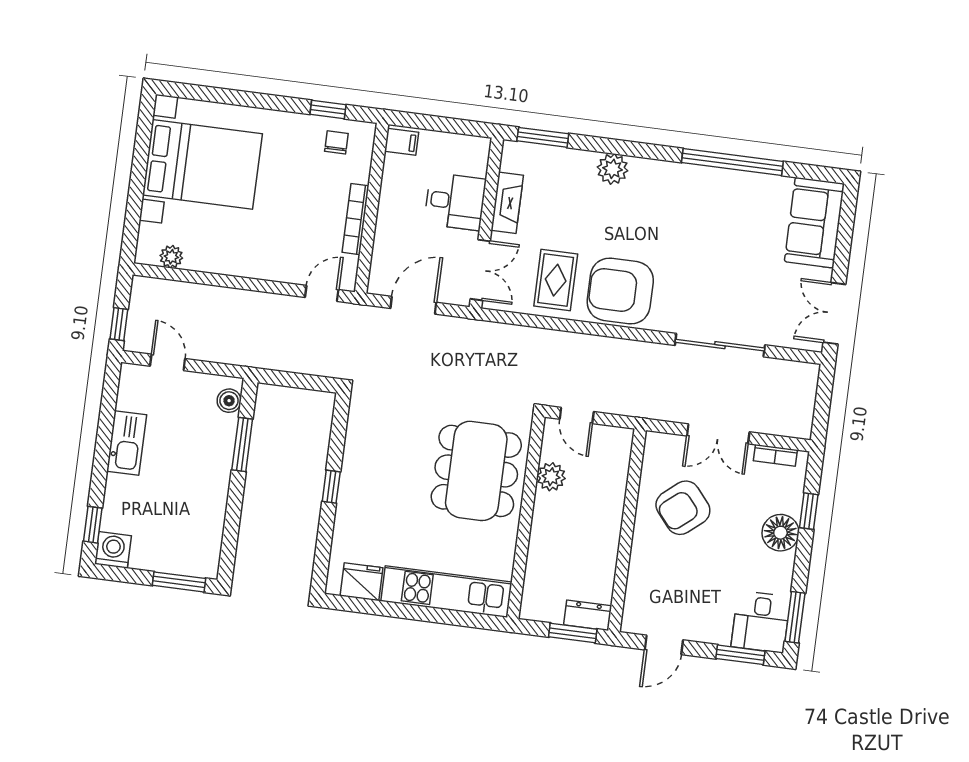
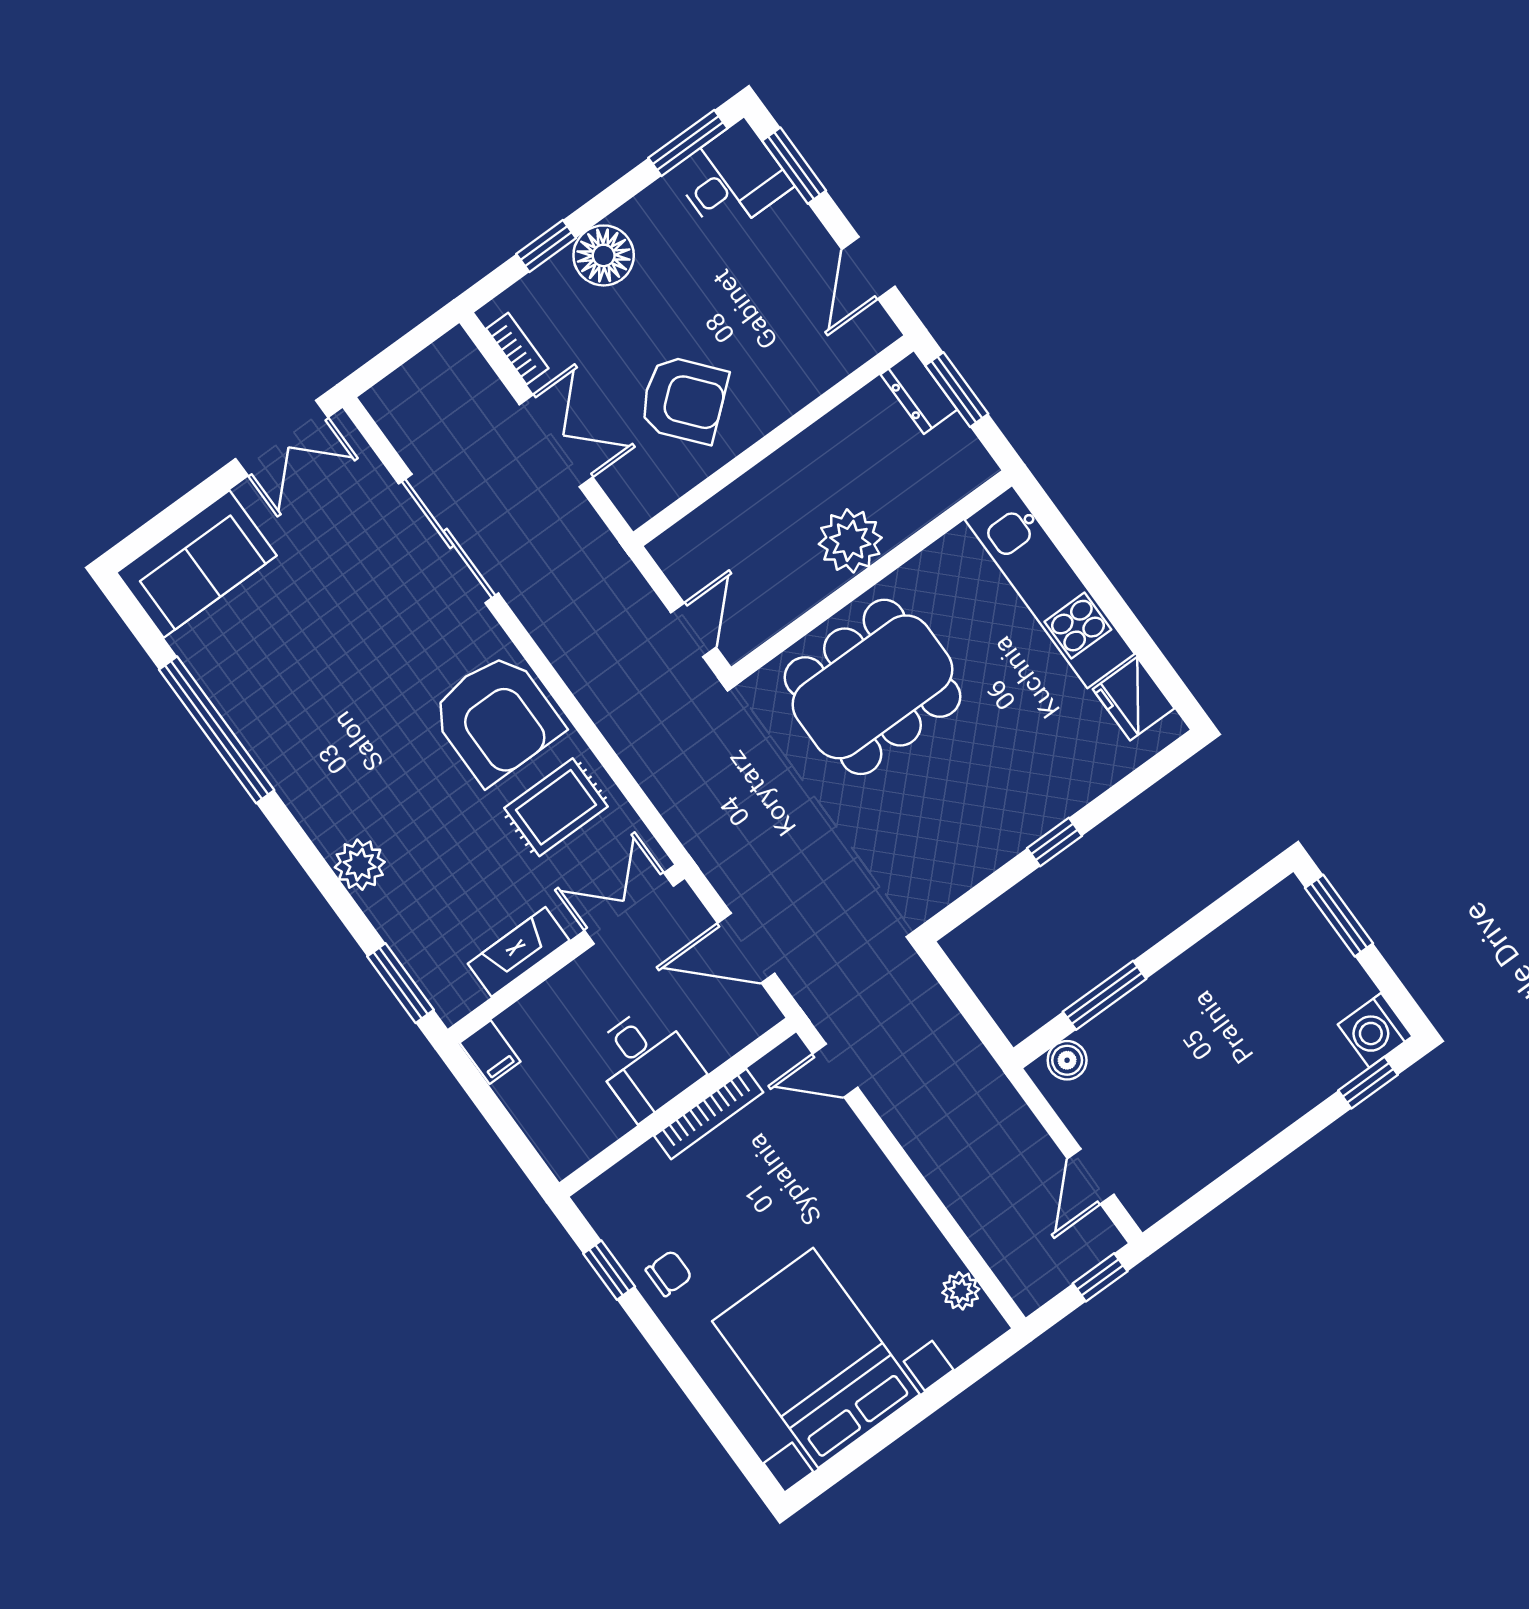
chair: (336, 142) -> (669, 1273), moved, turned 180
filing cabinet: (401, 142) -> (490, 1052), moved, turned 180
desk: (455, 201) -> (646, 1062), moved, turned 180
kitchen sink: (127, 443) -> (1233, 1134), removed
plant: (551, 477) -> (850, 541), moved, width x1.36, depth x1.36
door: (664, 645) -> (868, 268), swing flipped

